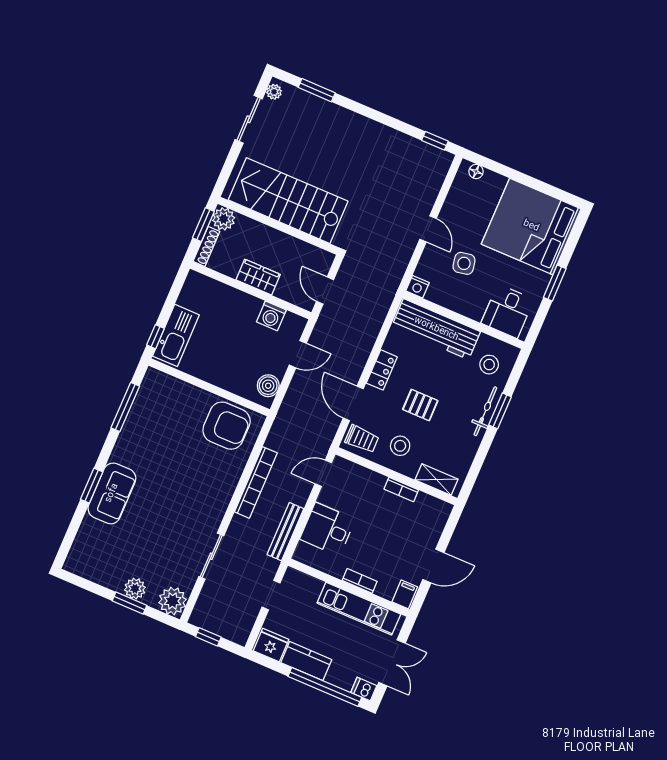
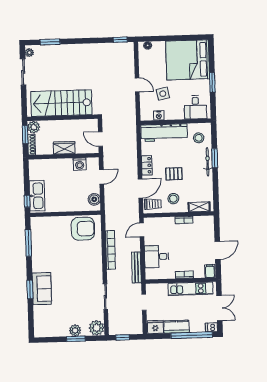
nightstand: (418, 287) -> (159, 115), moved
door: (353, 403) -> (140, 188), swing flipped

